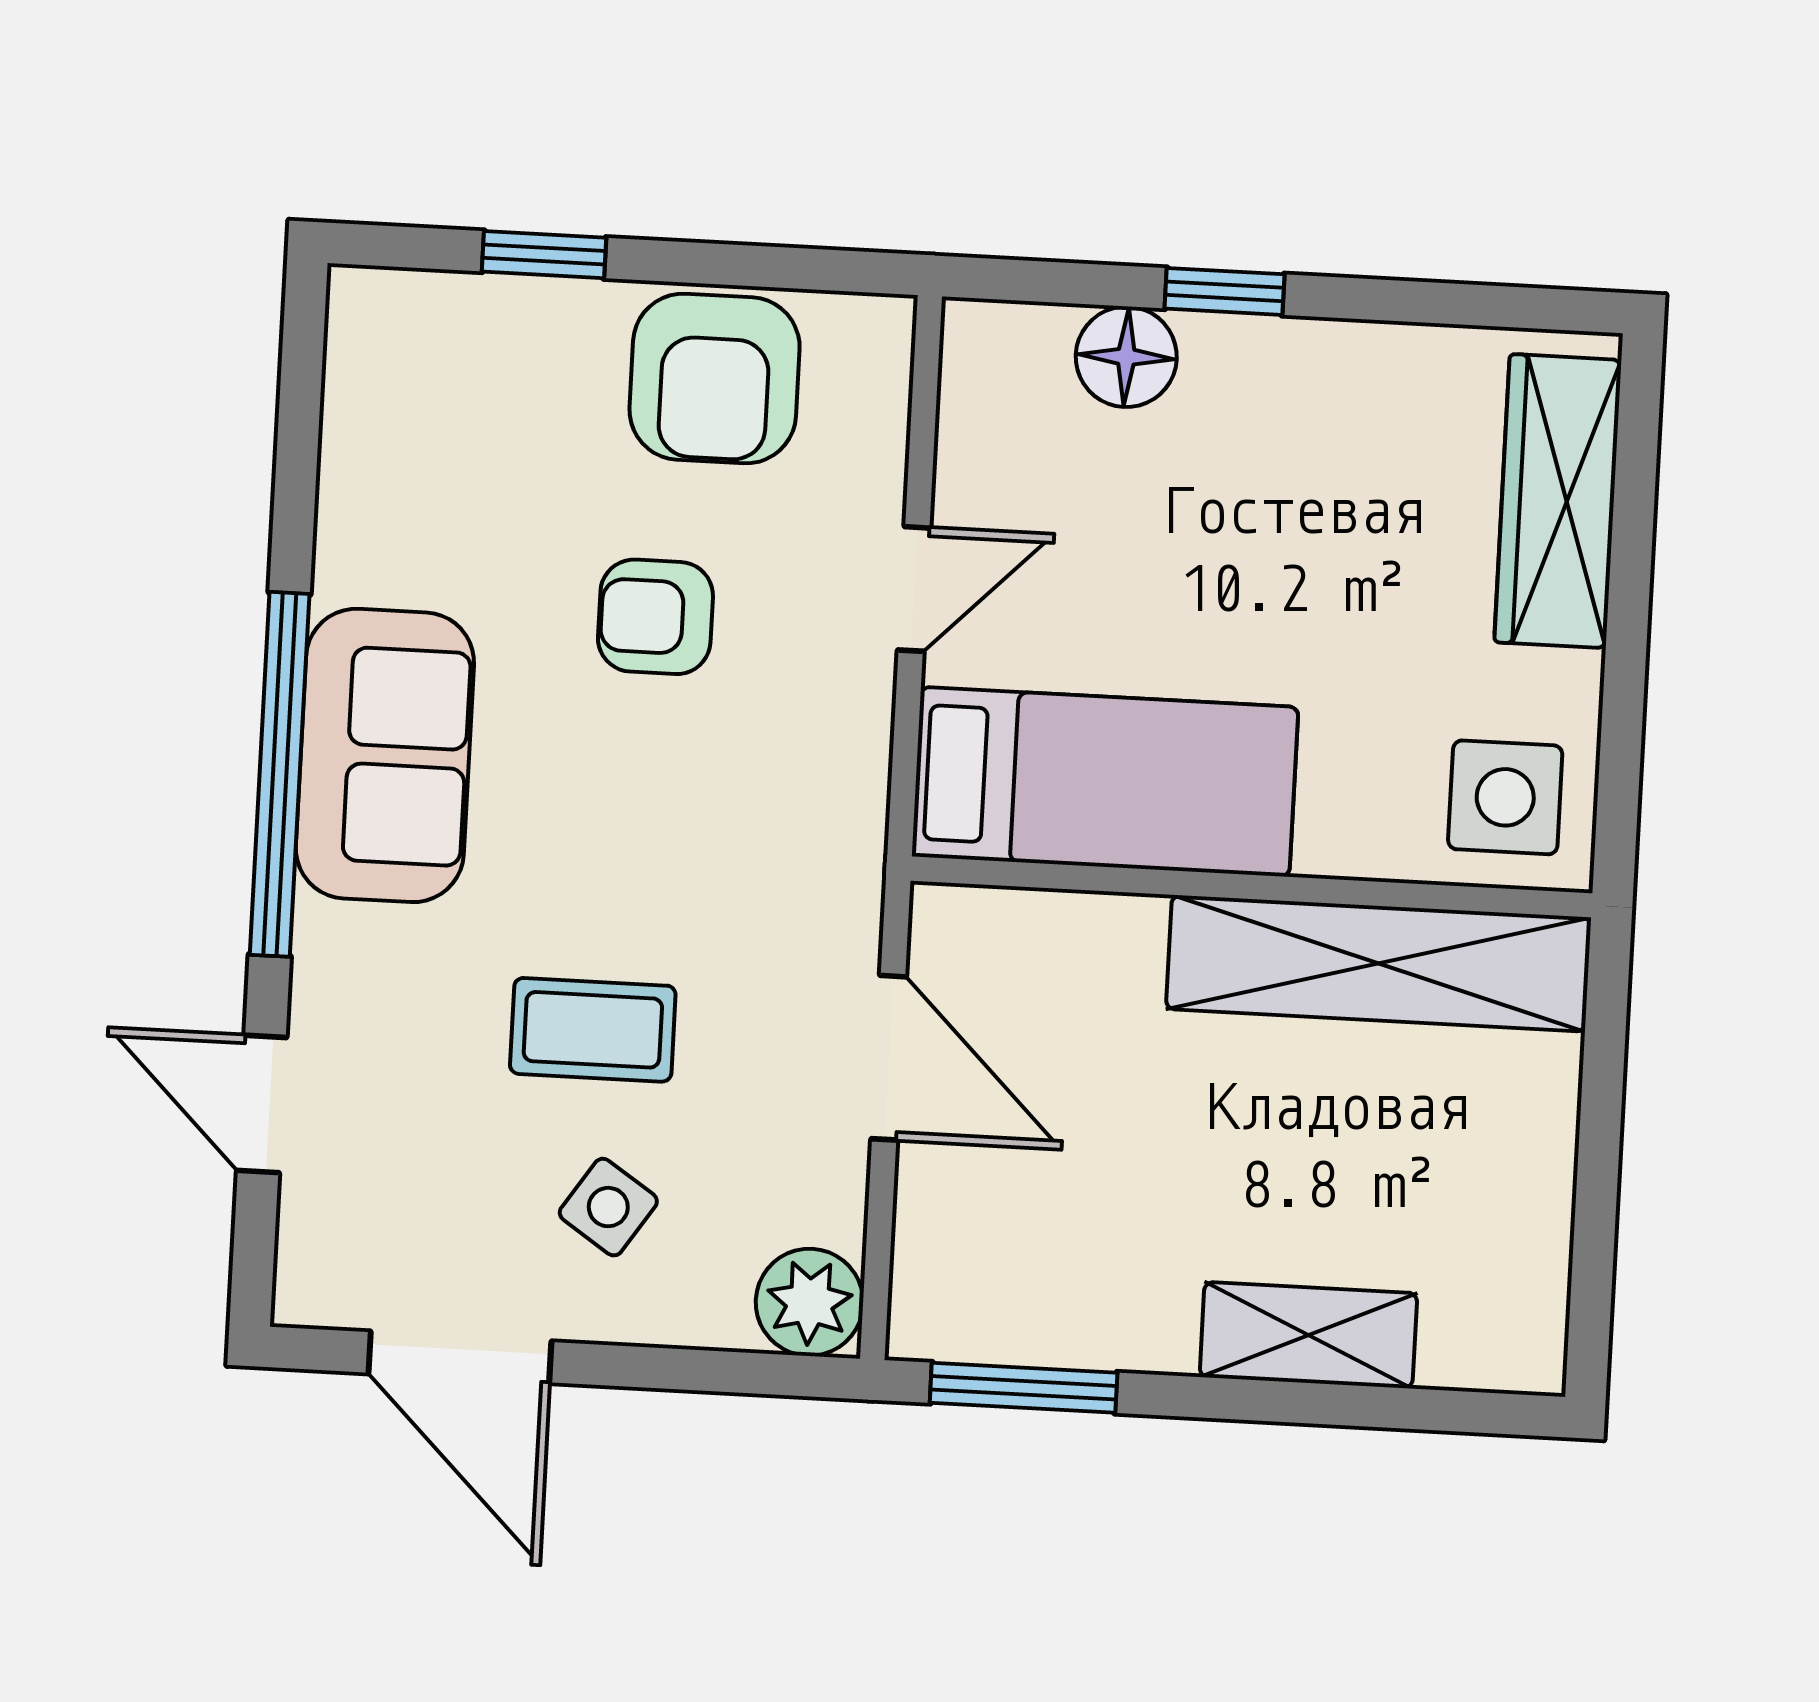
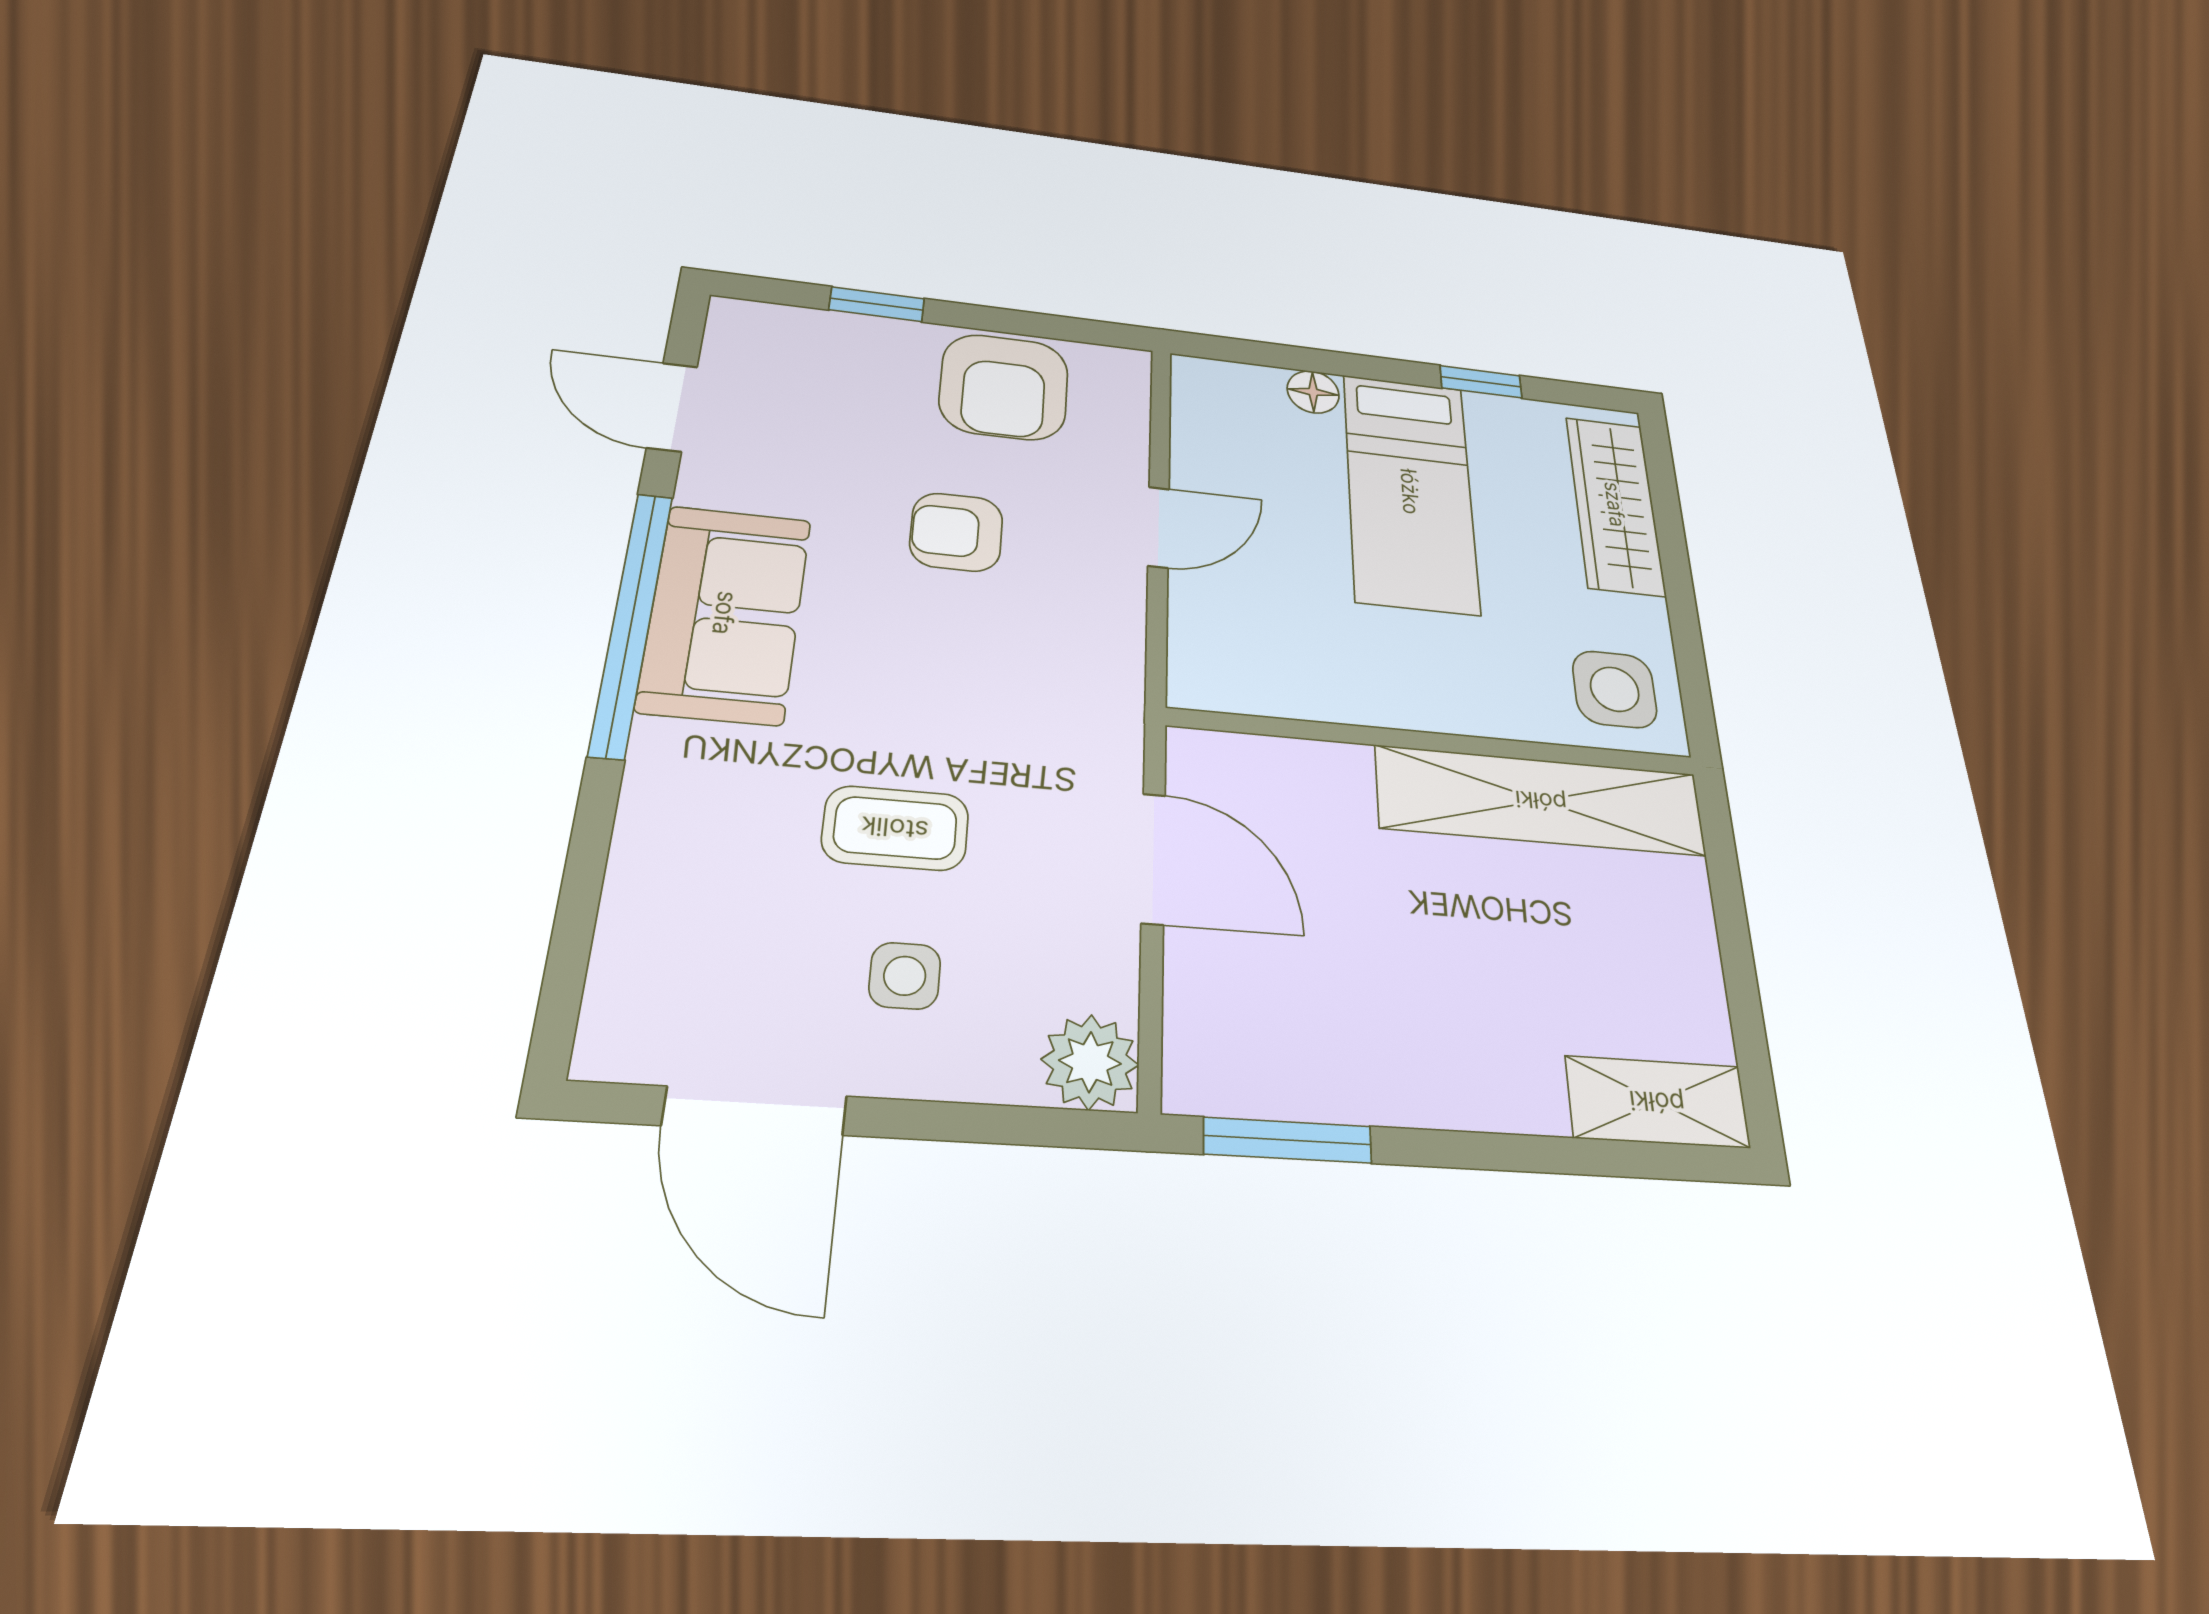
window: (1224, 291) -> (1481, 382), moved
floor lamp: (1126, 357) -> (1313, 392), width x0.73, depth x0.73
bed: (1105, 782) -> (1410, 492), moved, turned 90
door: (262, 1104) -> (672, 407), moved
side table: (608, 1207) -> (905, 976), turned -34
shelving: (1308, 1335) -> (1657, 1102), moved

